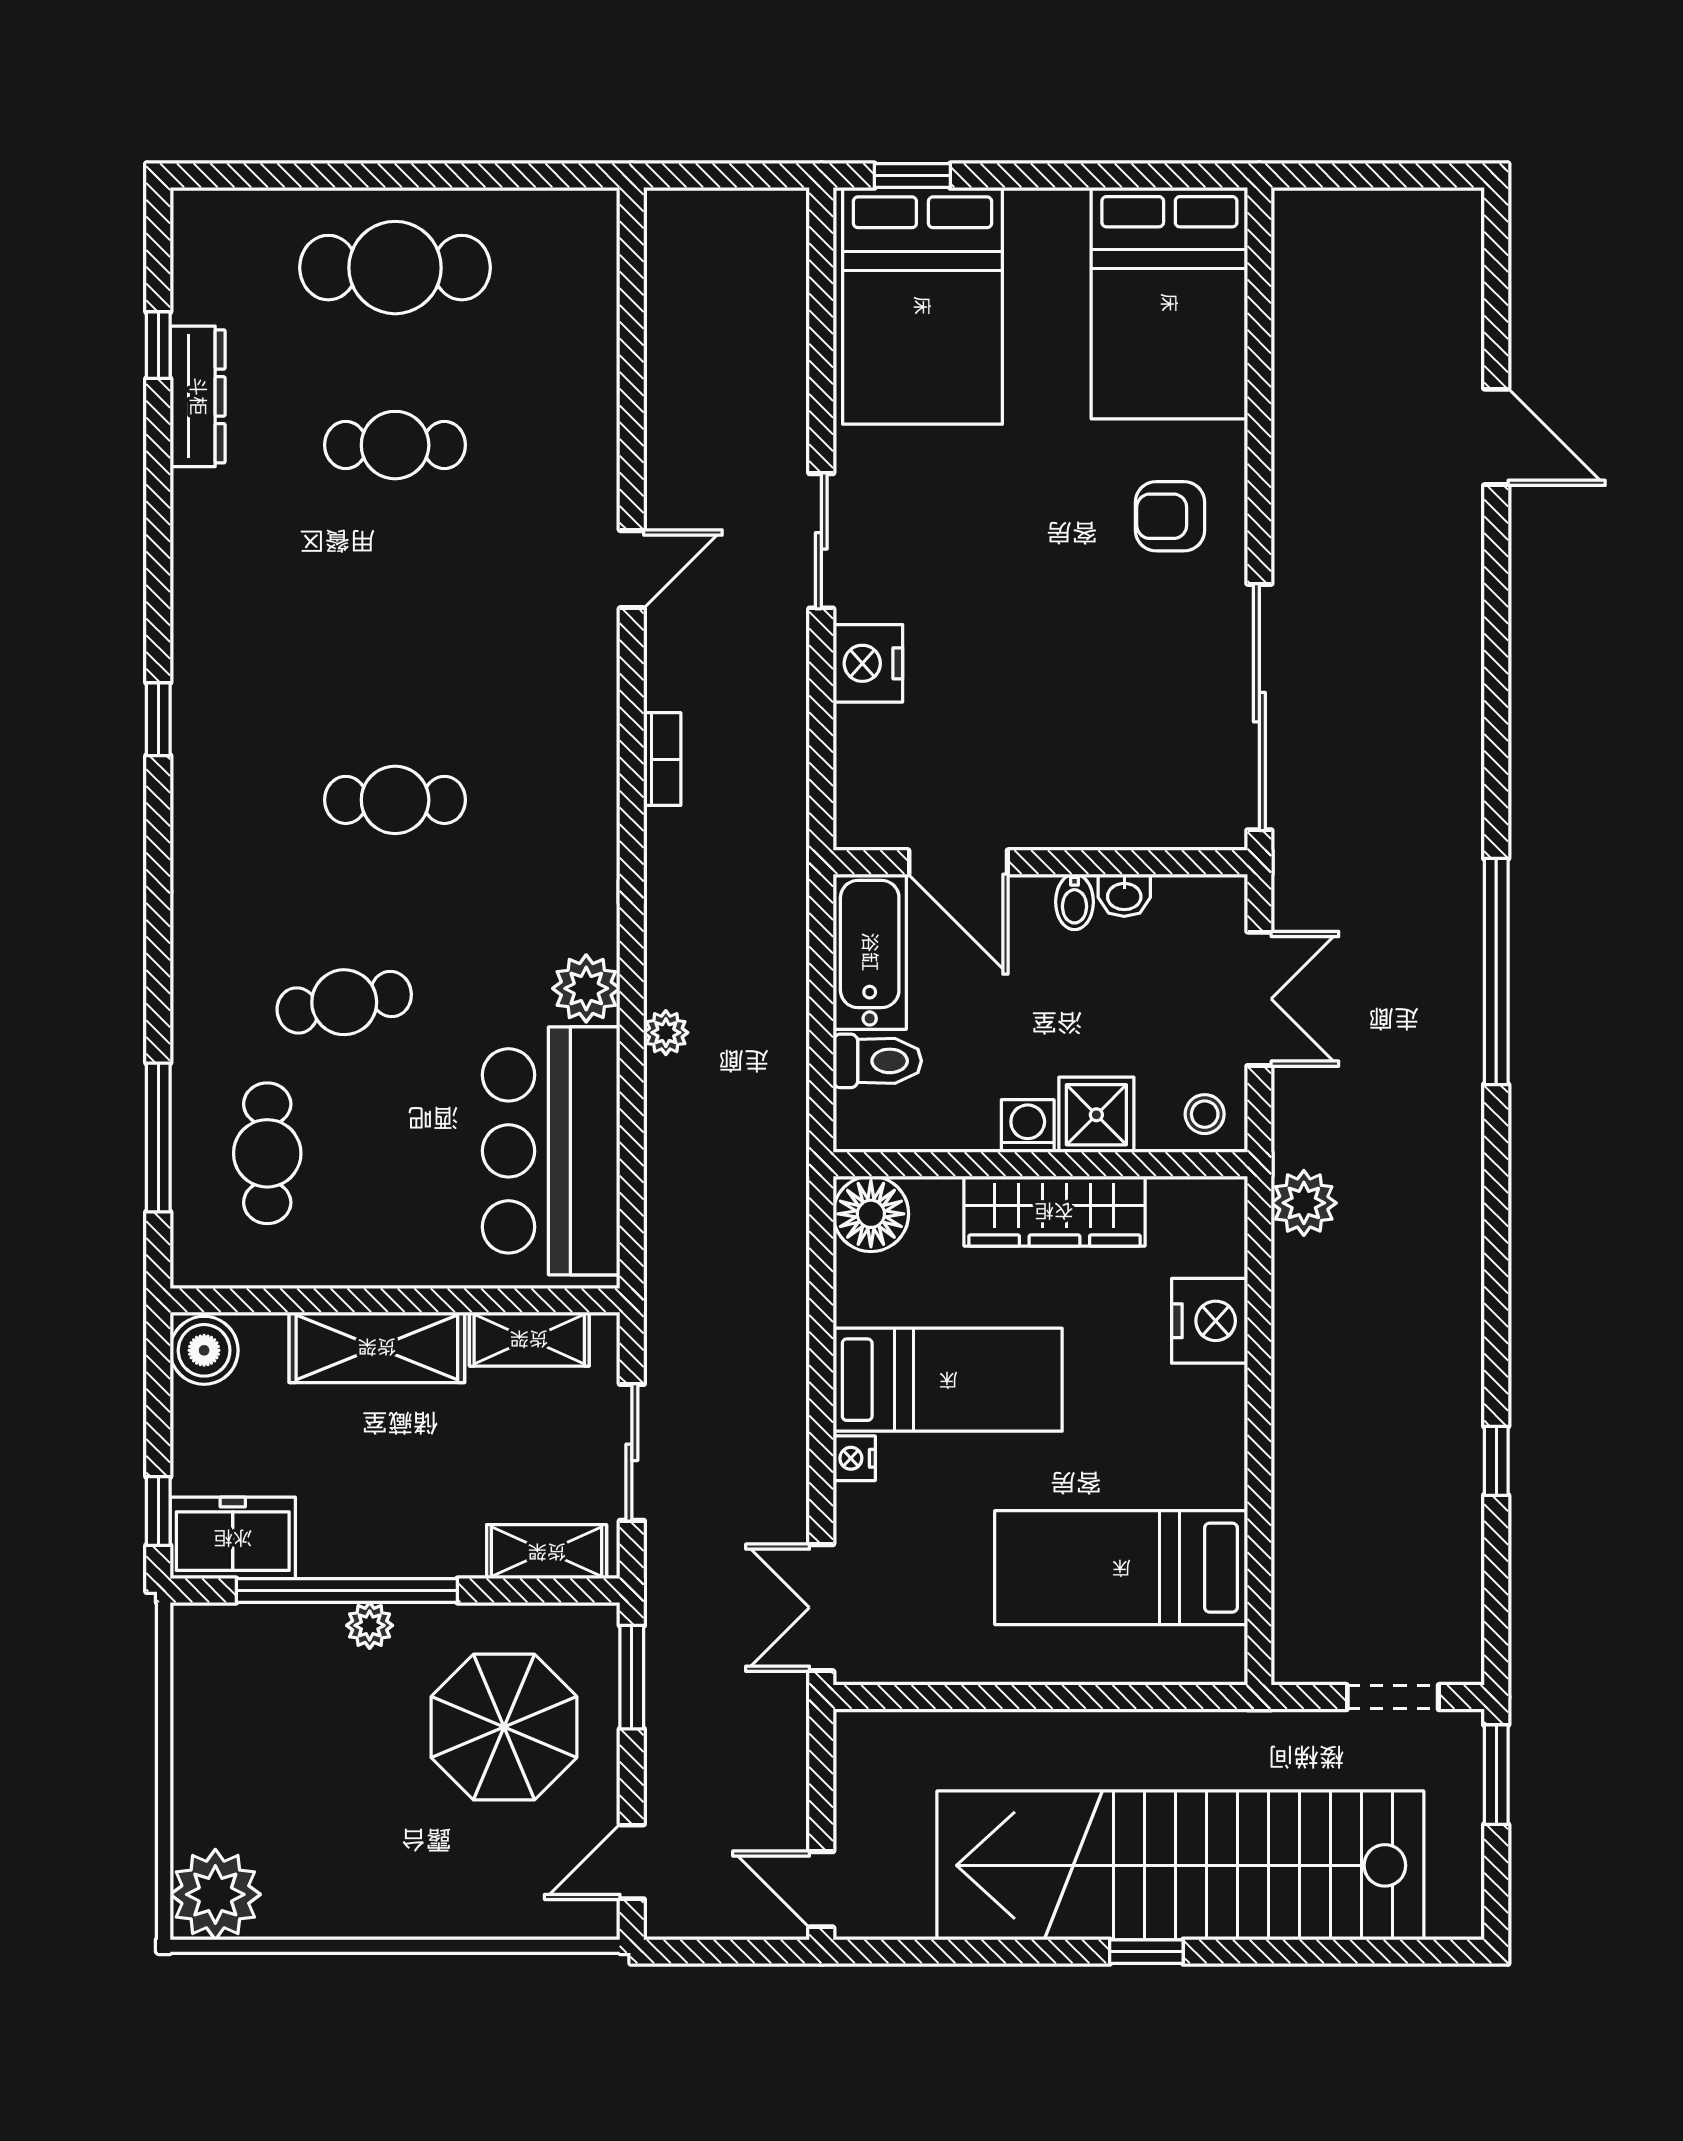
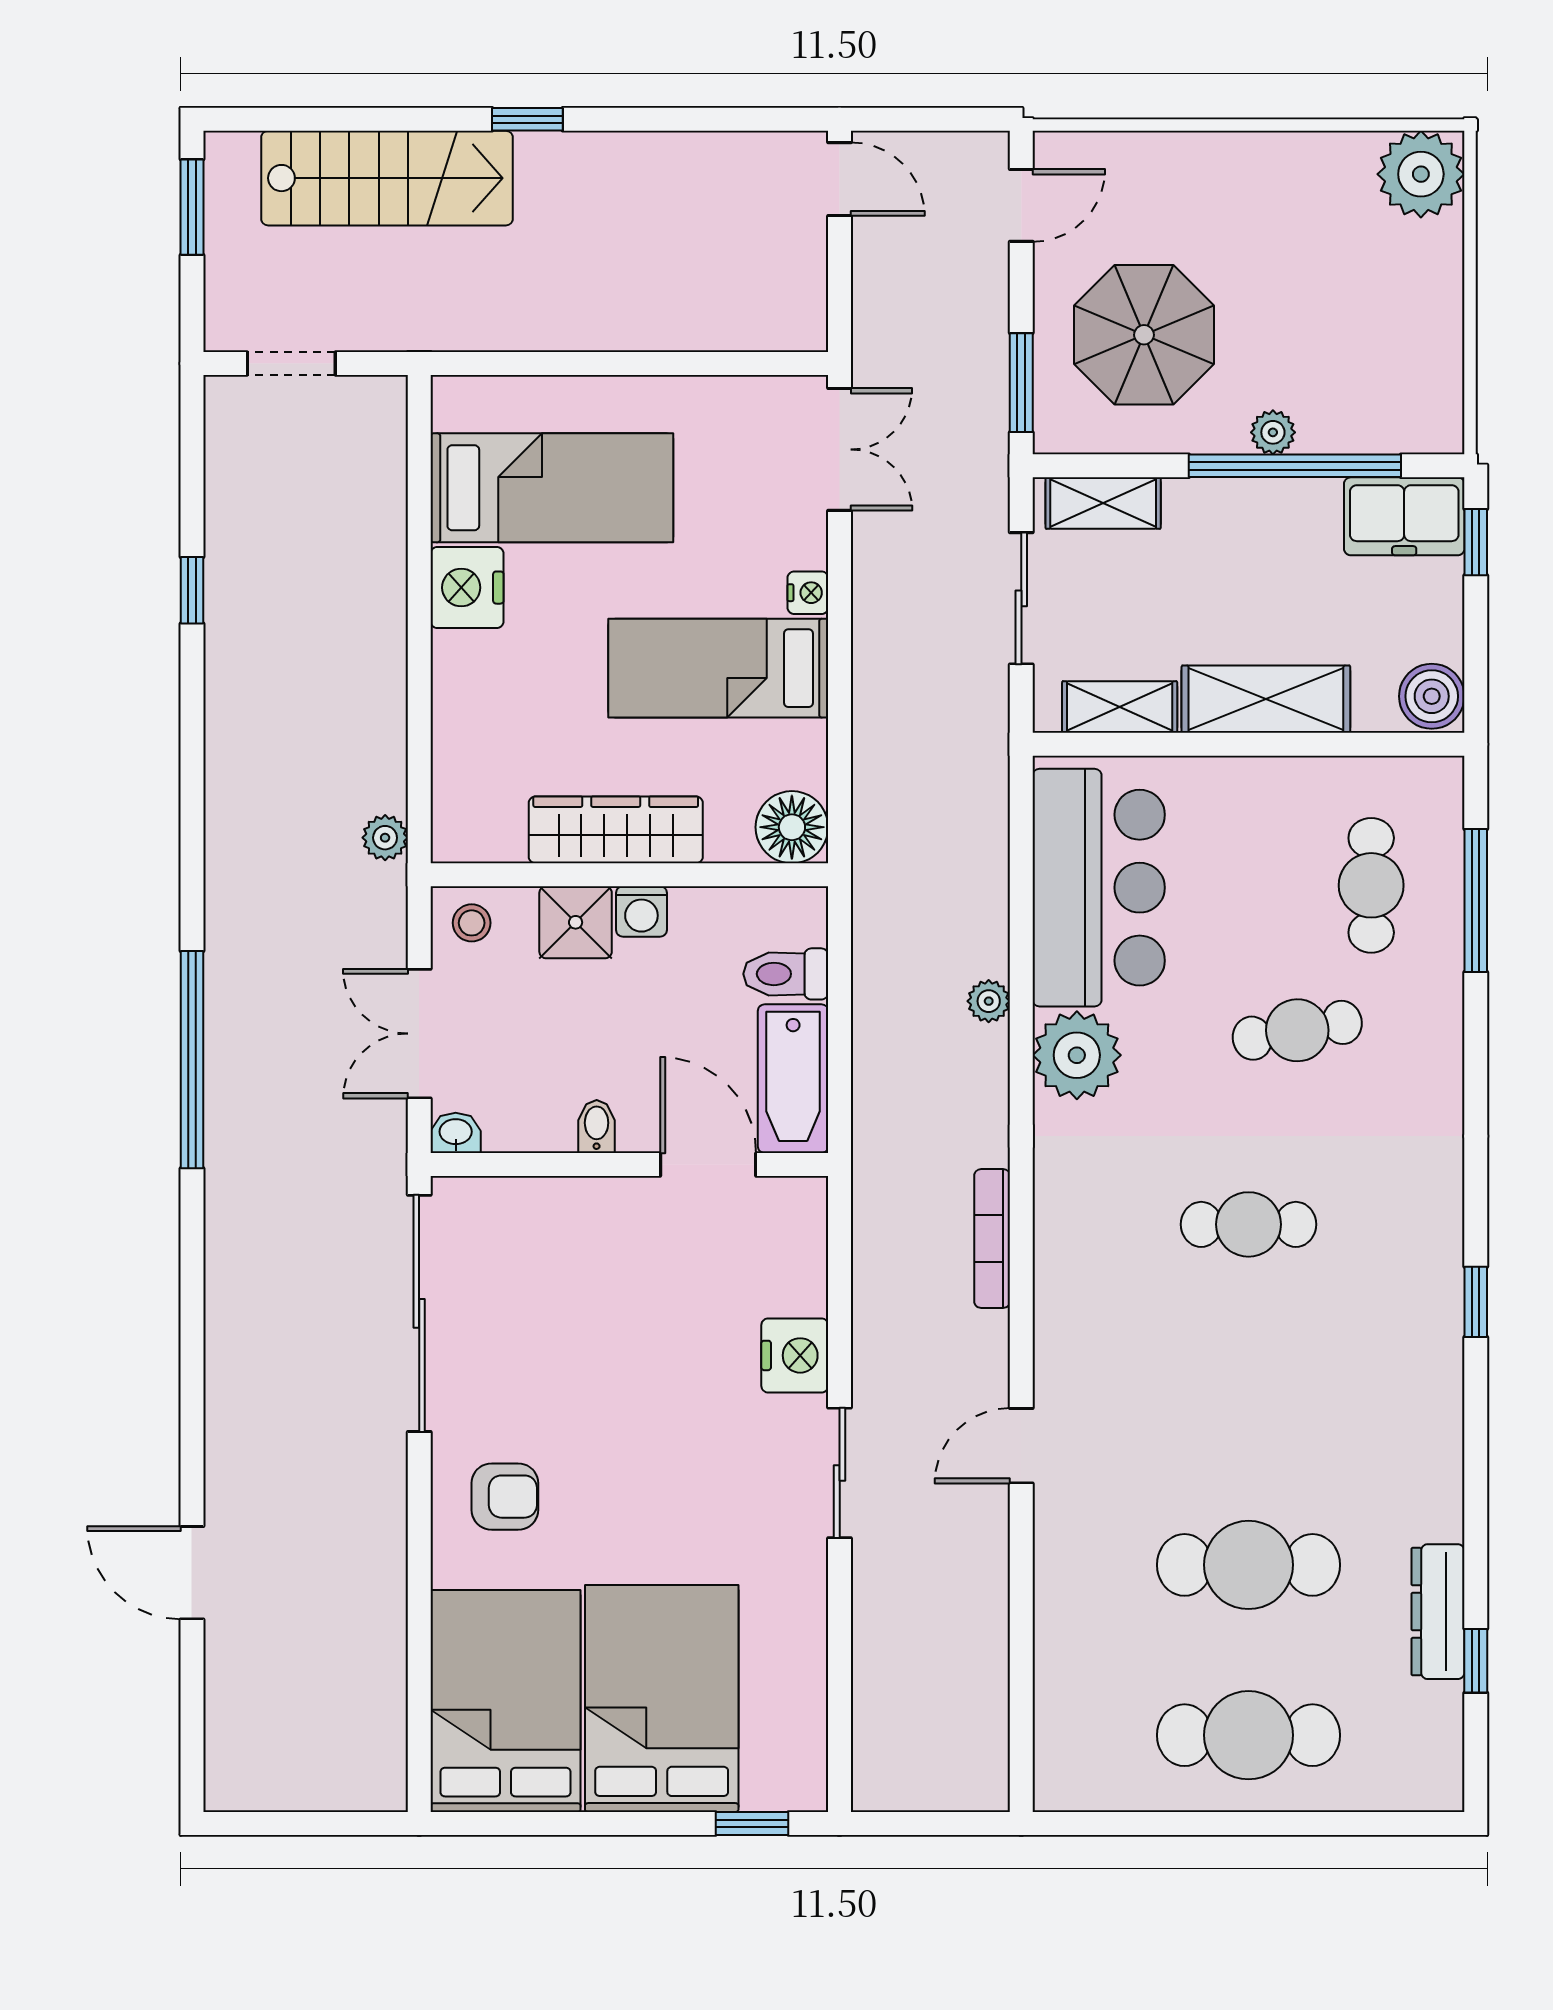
bed: (922, 306) -> (662, 1699), moved
cafe table: (395, 445) -> (1248, 1565), width x1.37, depth x1.35
bookcase: (662, 759) -> (992, 1239), width x1.56
washbasin: (1124, 895) -> (456, 1133), moved
plant: (586, 988) -> (1077, 1055), width x1.36, depth x1.36
plant: (1304, 1203) -> (385, 838), width x0.73, depth x0.73
nightstand: (1210, 1321) -> (467, 588), moved
window: (1496, 1775) -> (192, 207), moved
stairs: (1180, 1865) -> (387, 178), width x0.54, depth x0.66

